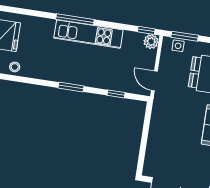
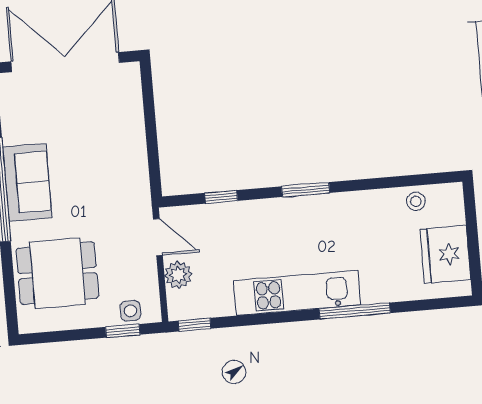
window: (75, 19) -> (355, 311), moved
window: (185, 36) -> (123, 331), width x0.67
plant: (151, 42) -> (178, 275), moved

